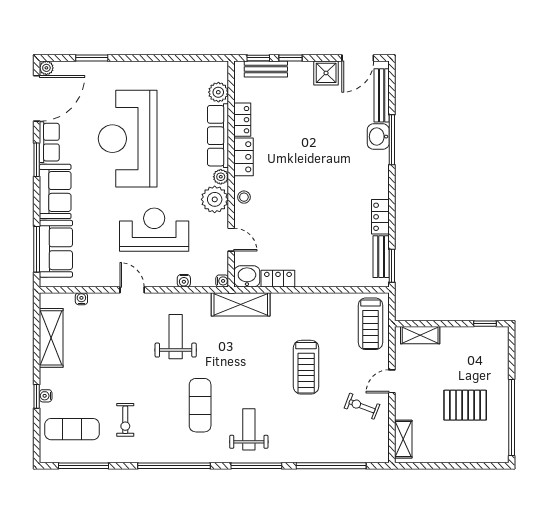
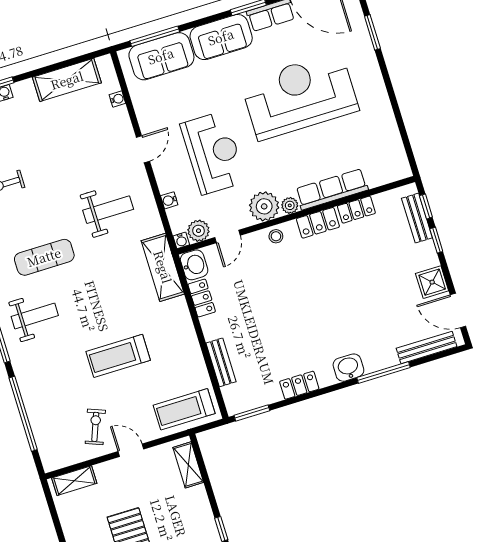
plant: (218, 92) -> (199, 231), moved
washbasin: (378, 137) -> (348, 368), moved
bench: (381, 257) -> (221, 362), moved, turned 90

